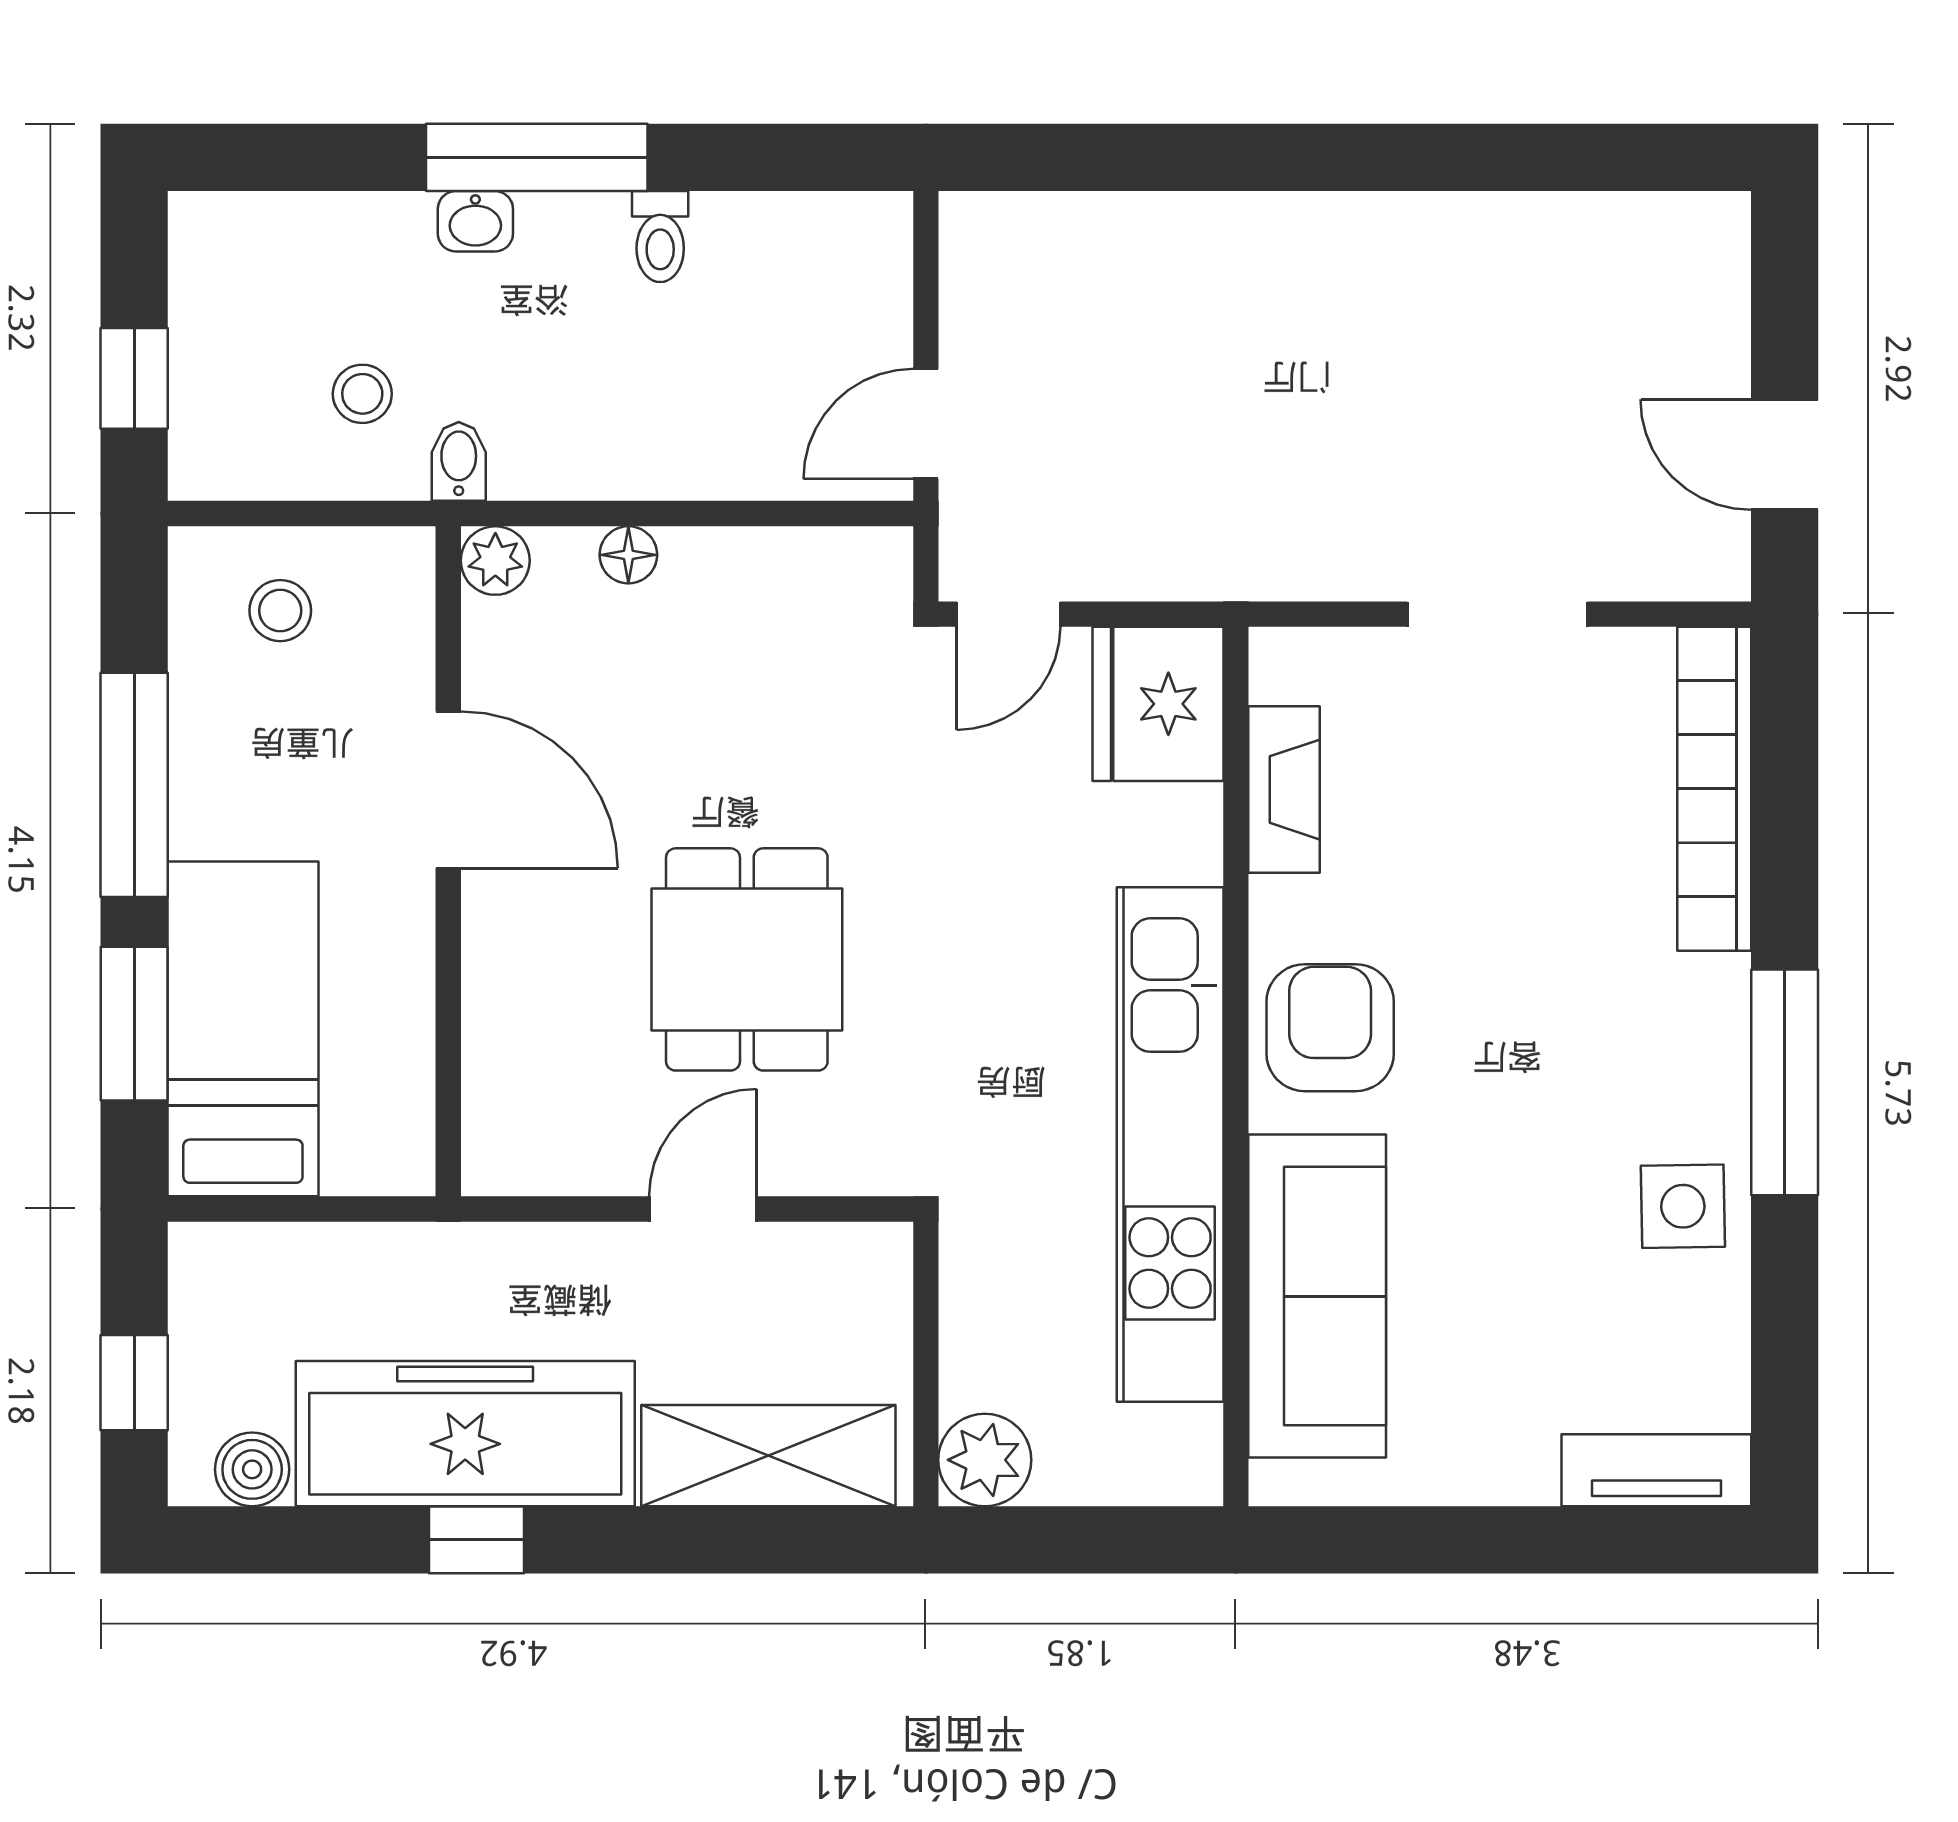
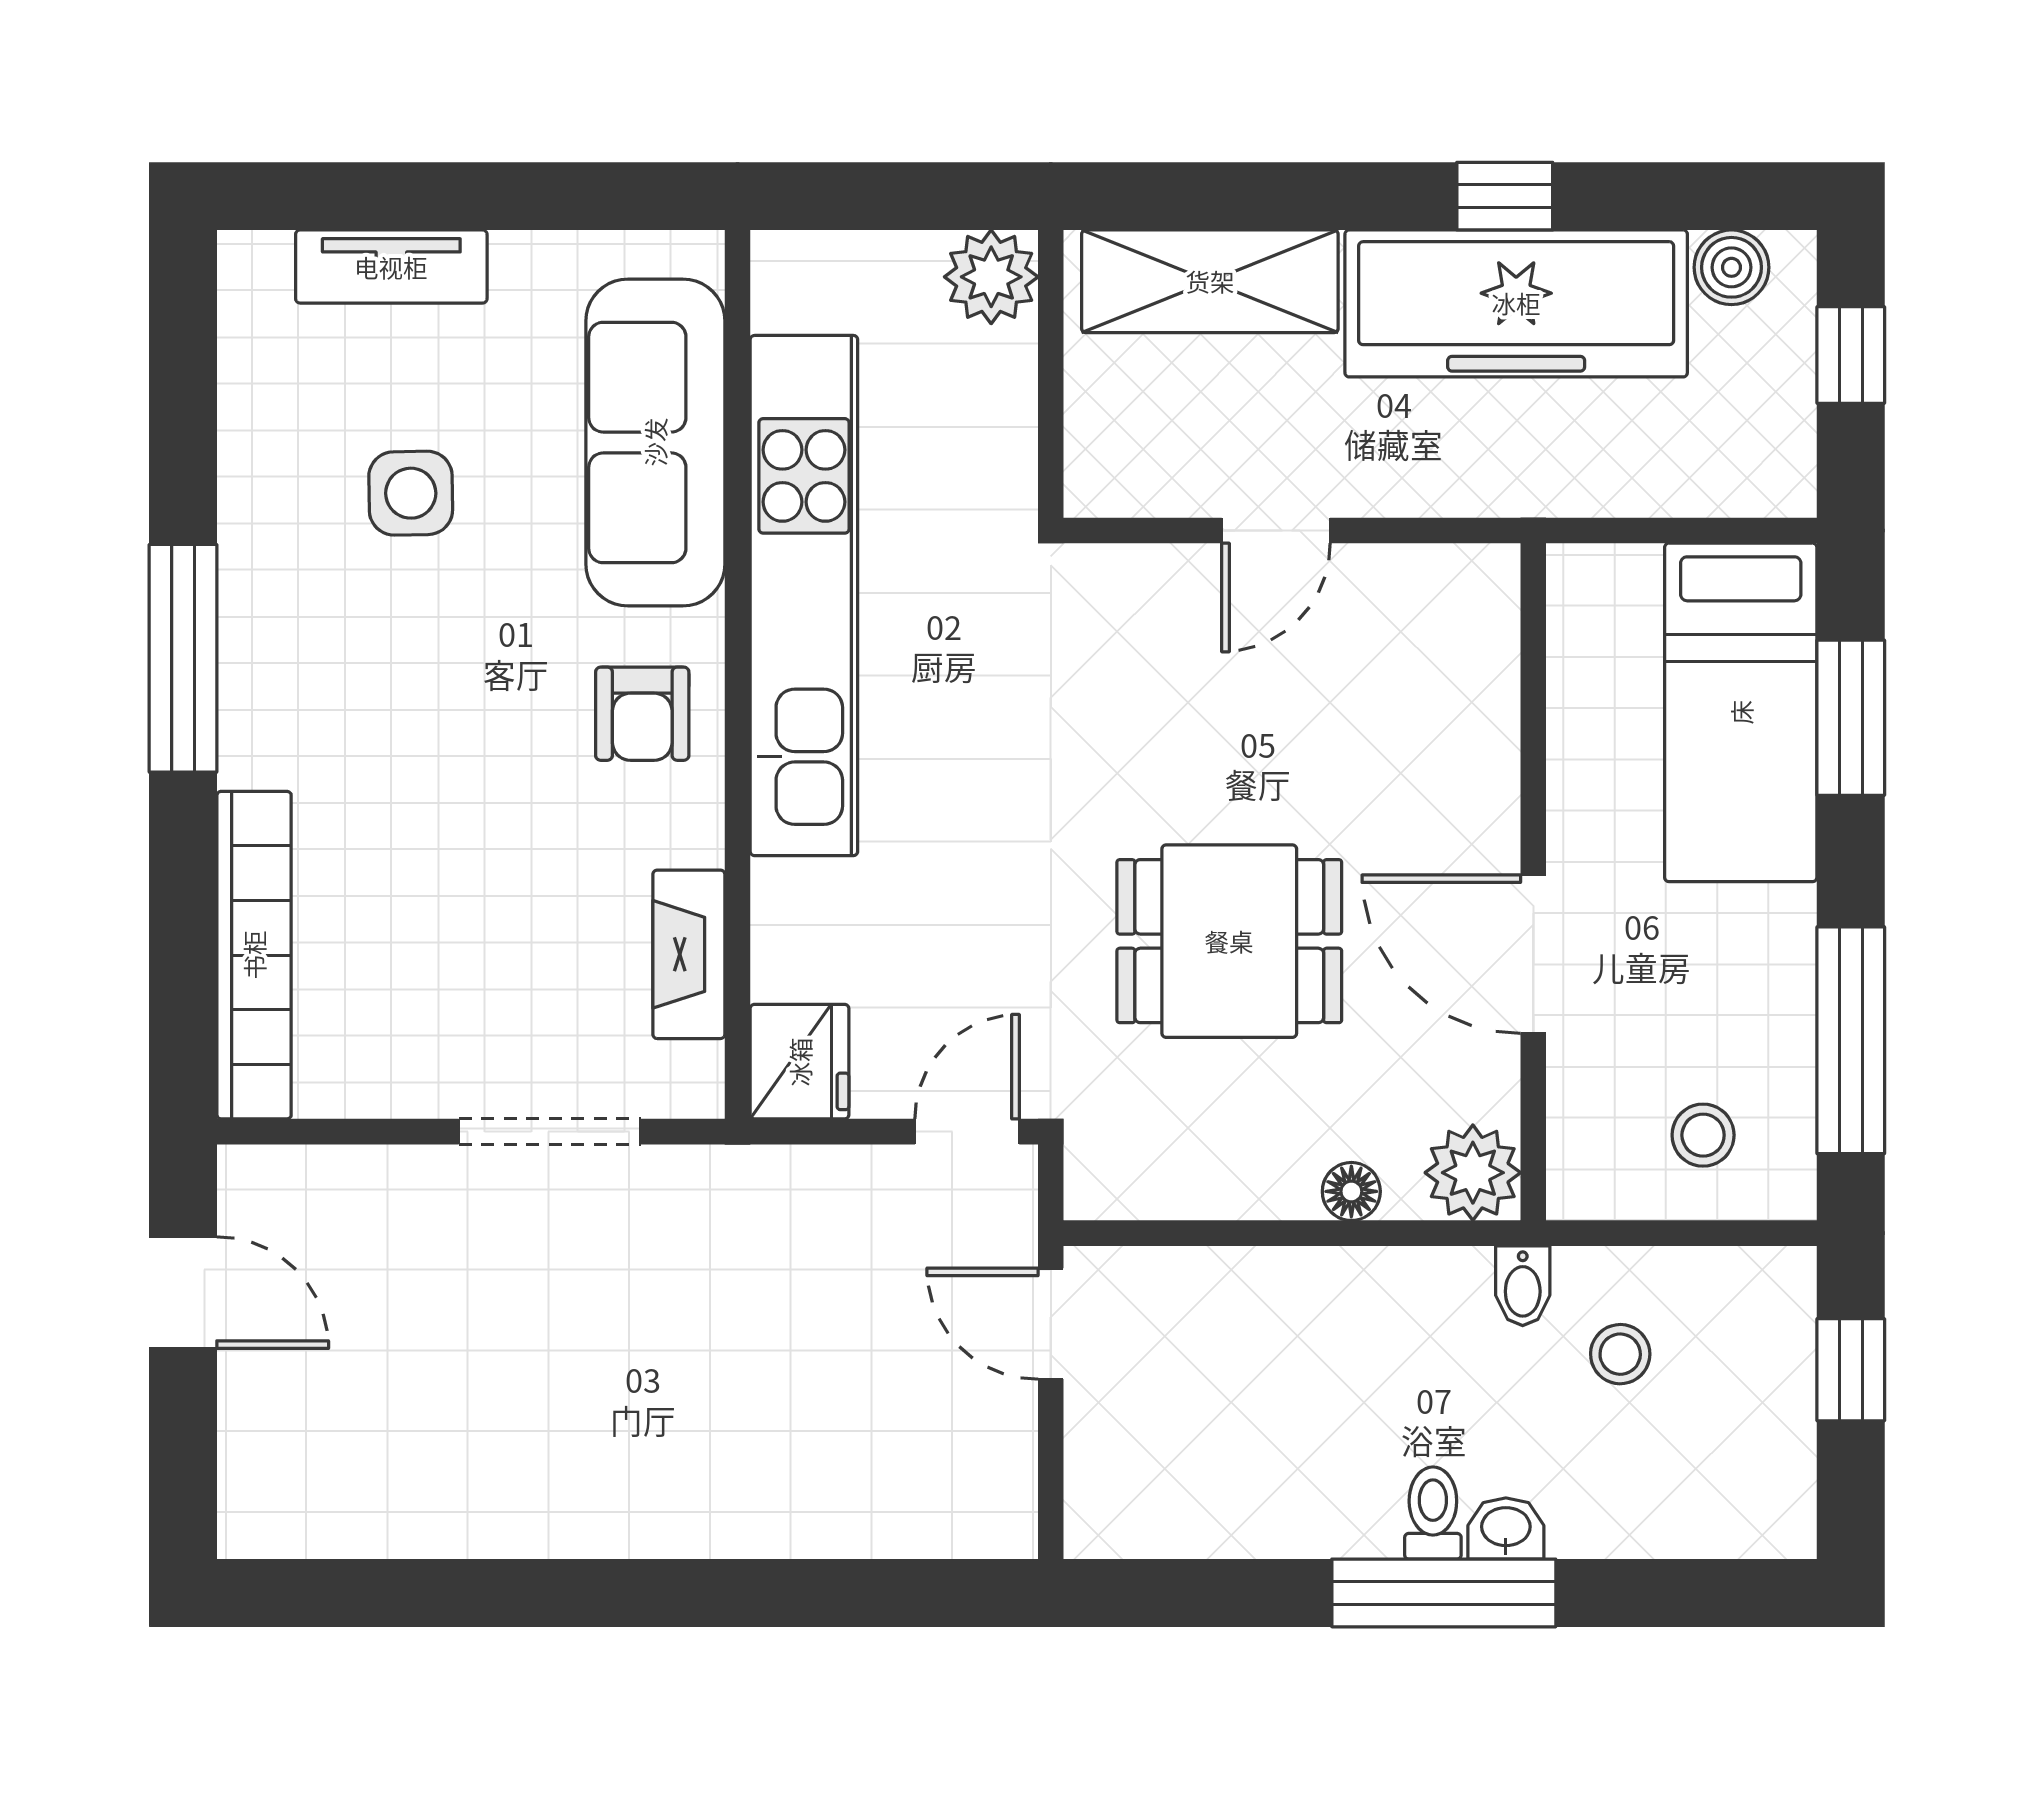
toilet: (660, 237) -> (1433, 1513), moved
door: (926, 424) -> (1051, 1324), swing flipped
plant: (495, 561) -> (1473, 1173), width x1.38, depth x1.38
doorway: (1497, 614) -> (550, 1132), moved
fridge: (1158, 704) -> (800, 1062), width x0.73, depth x0.75
window: (134, 785) -> (1851, 1040), moved
dining table: (747, 959) -> (1229, 941), moved, turned 90
armchair: (1330, 1028) -> (642, 714), width x0.72, depth x0.72
side table: (1683, 1206) -> (411, 493), moved
tv unit: (1656, 1470) -> (391, 267), moved

